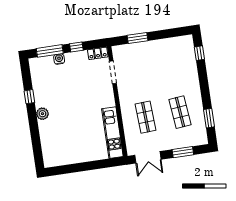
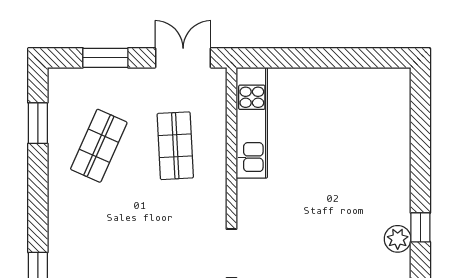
shop shelf: (180, 112) -> (99, 146), turned 30
plant: (42, 114) -> (398, 239), moved

